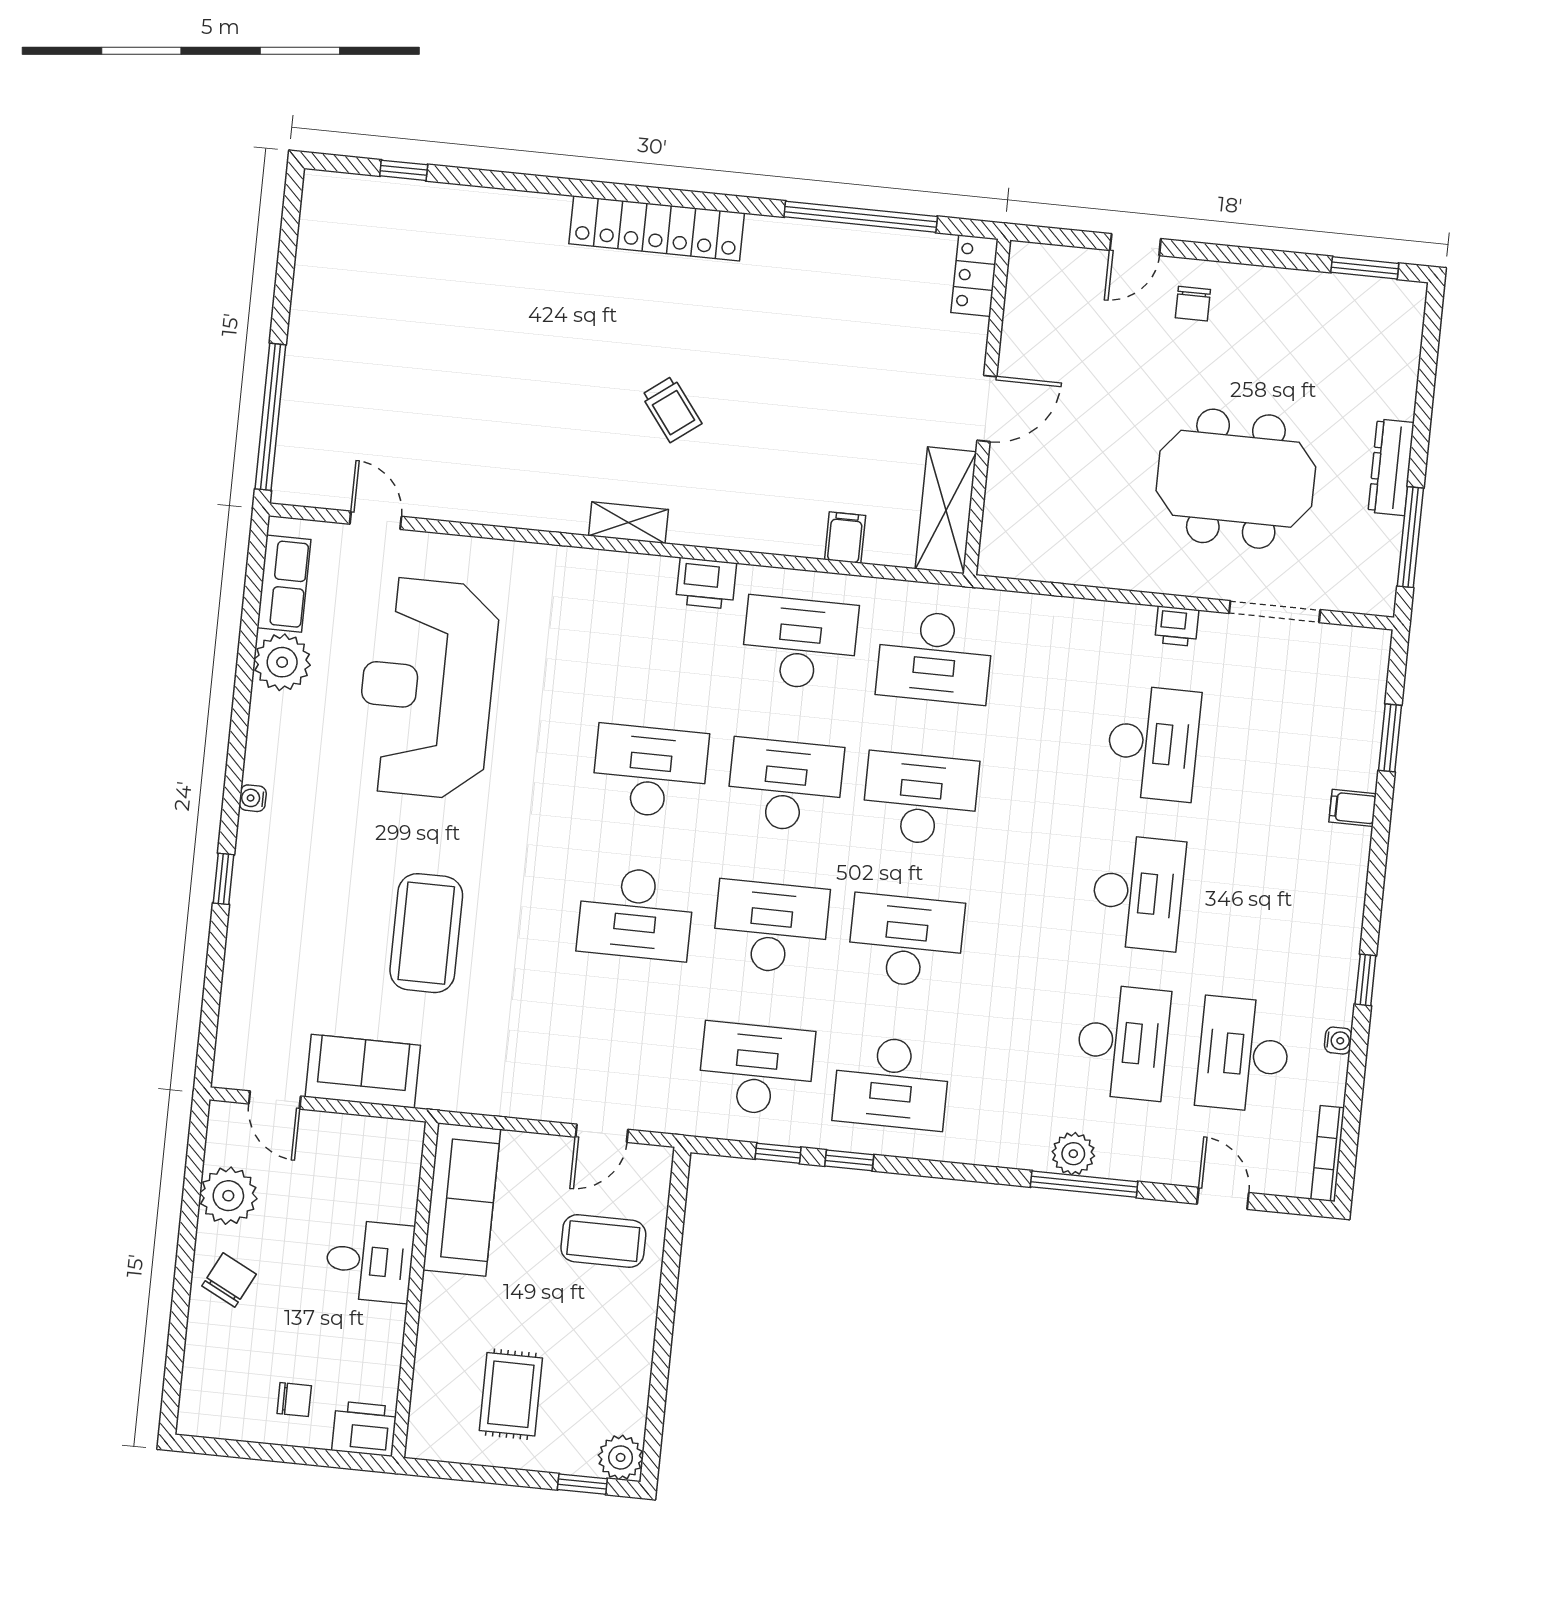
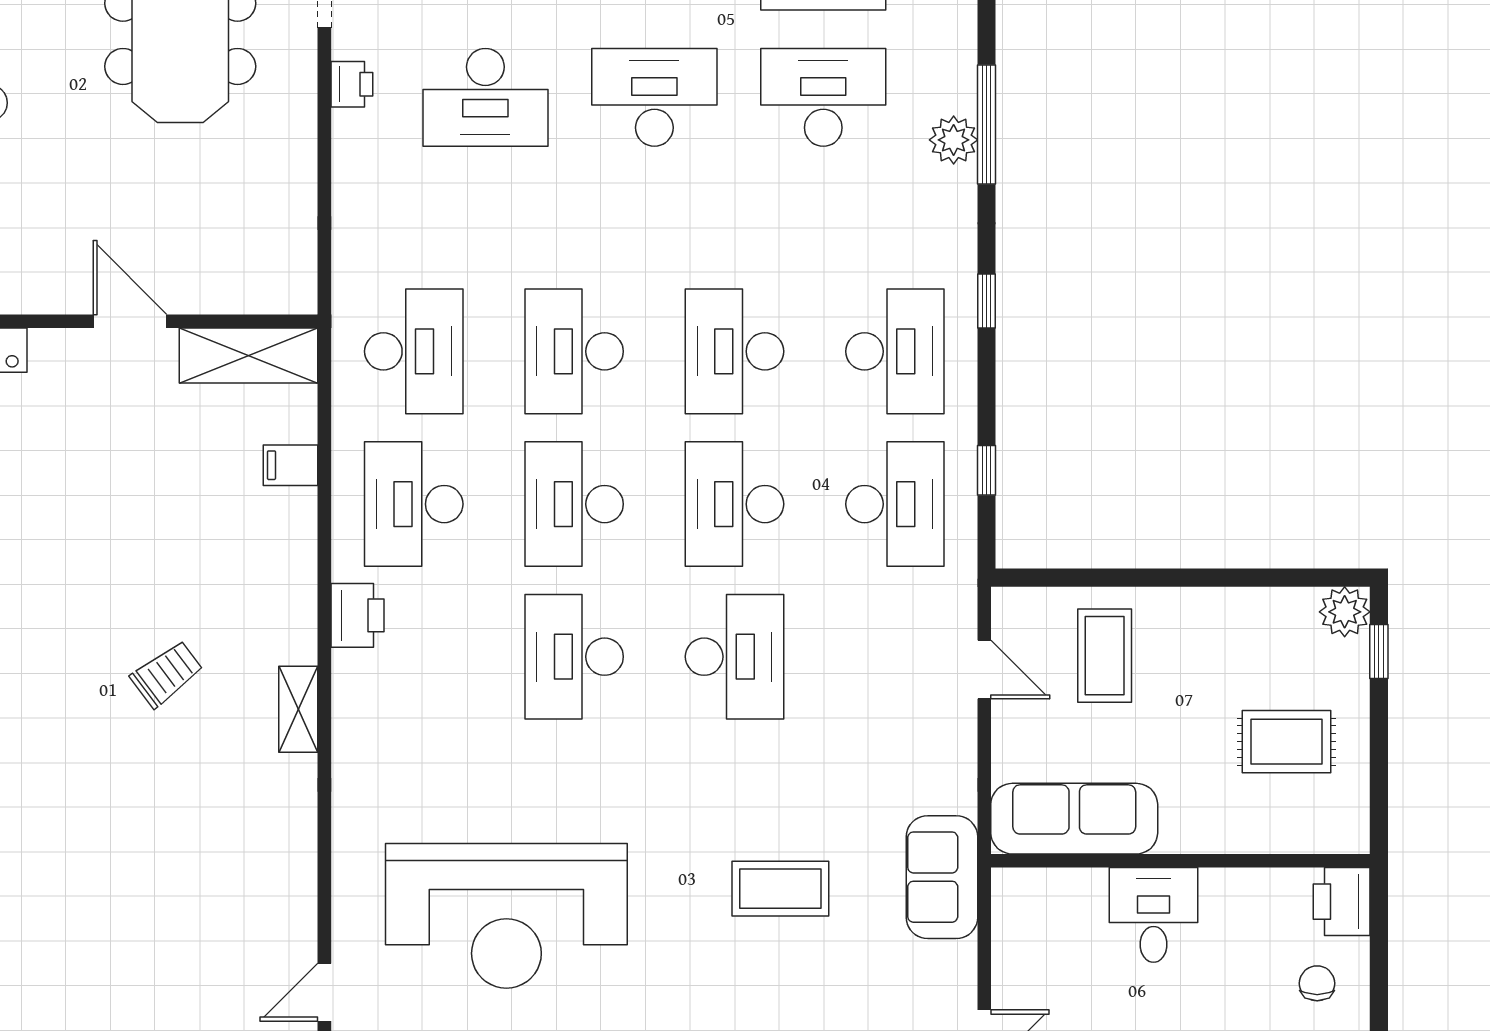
desk: (1153, 743) -> (485, 97), turned 180
coffee table: (426, 933) -> (780, 889), width x0.73, depth x0.76
desk: (756, 1069) -> (895, 504), turned 180
sofa: (363, 1071) -> (942, 877), moved
window: (849, 1160) -> (986, 301), moved

